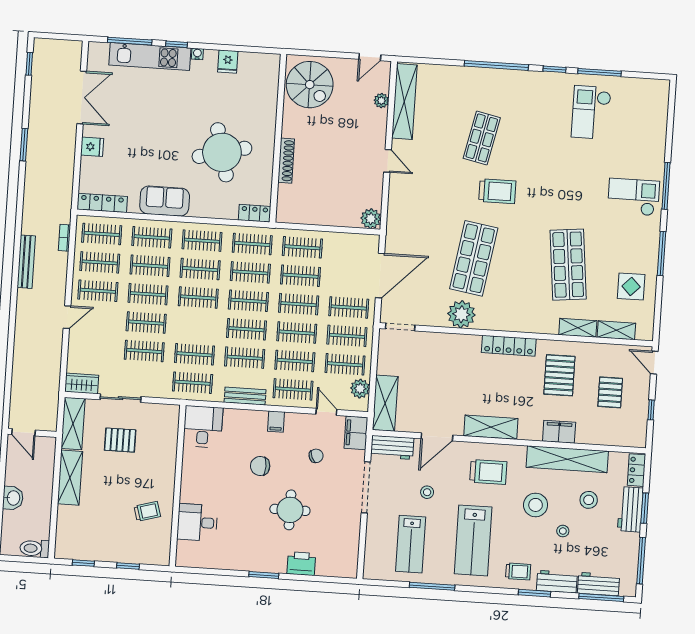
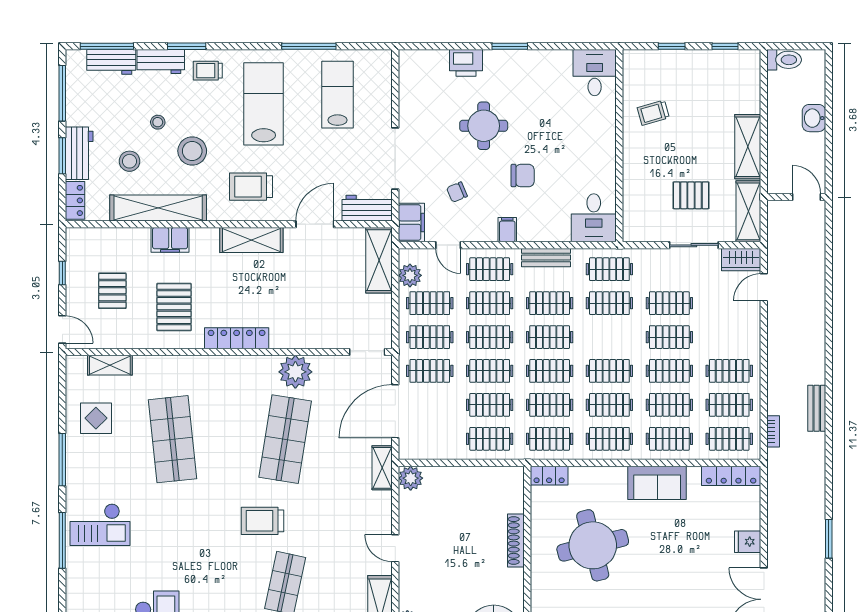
bench: (26, 262) -> (817, 408), width x0.73
door: (67, 317) -> (764, 287), moved
shelving: (578, 328) -> (382, 468), moved, turned 90
stool: (427, 492) -> (322, 158), removed
desk: (197, 522) -> (595, 73), moved, turned -90

